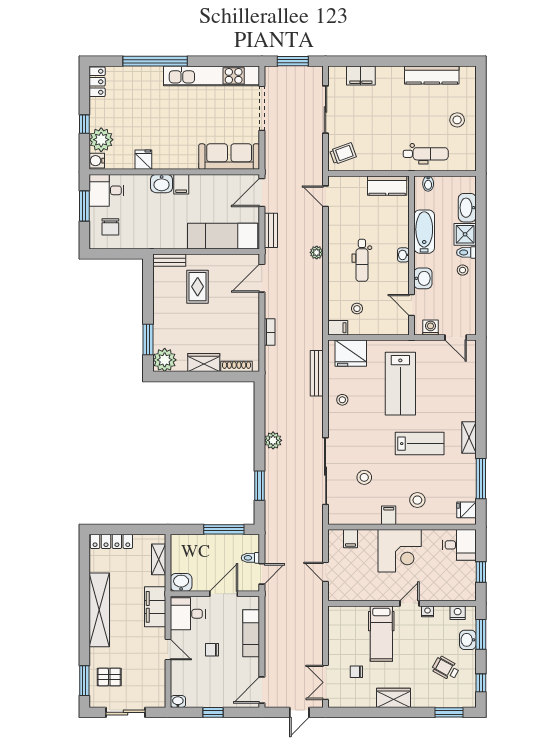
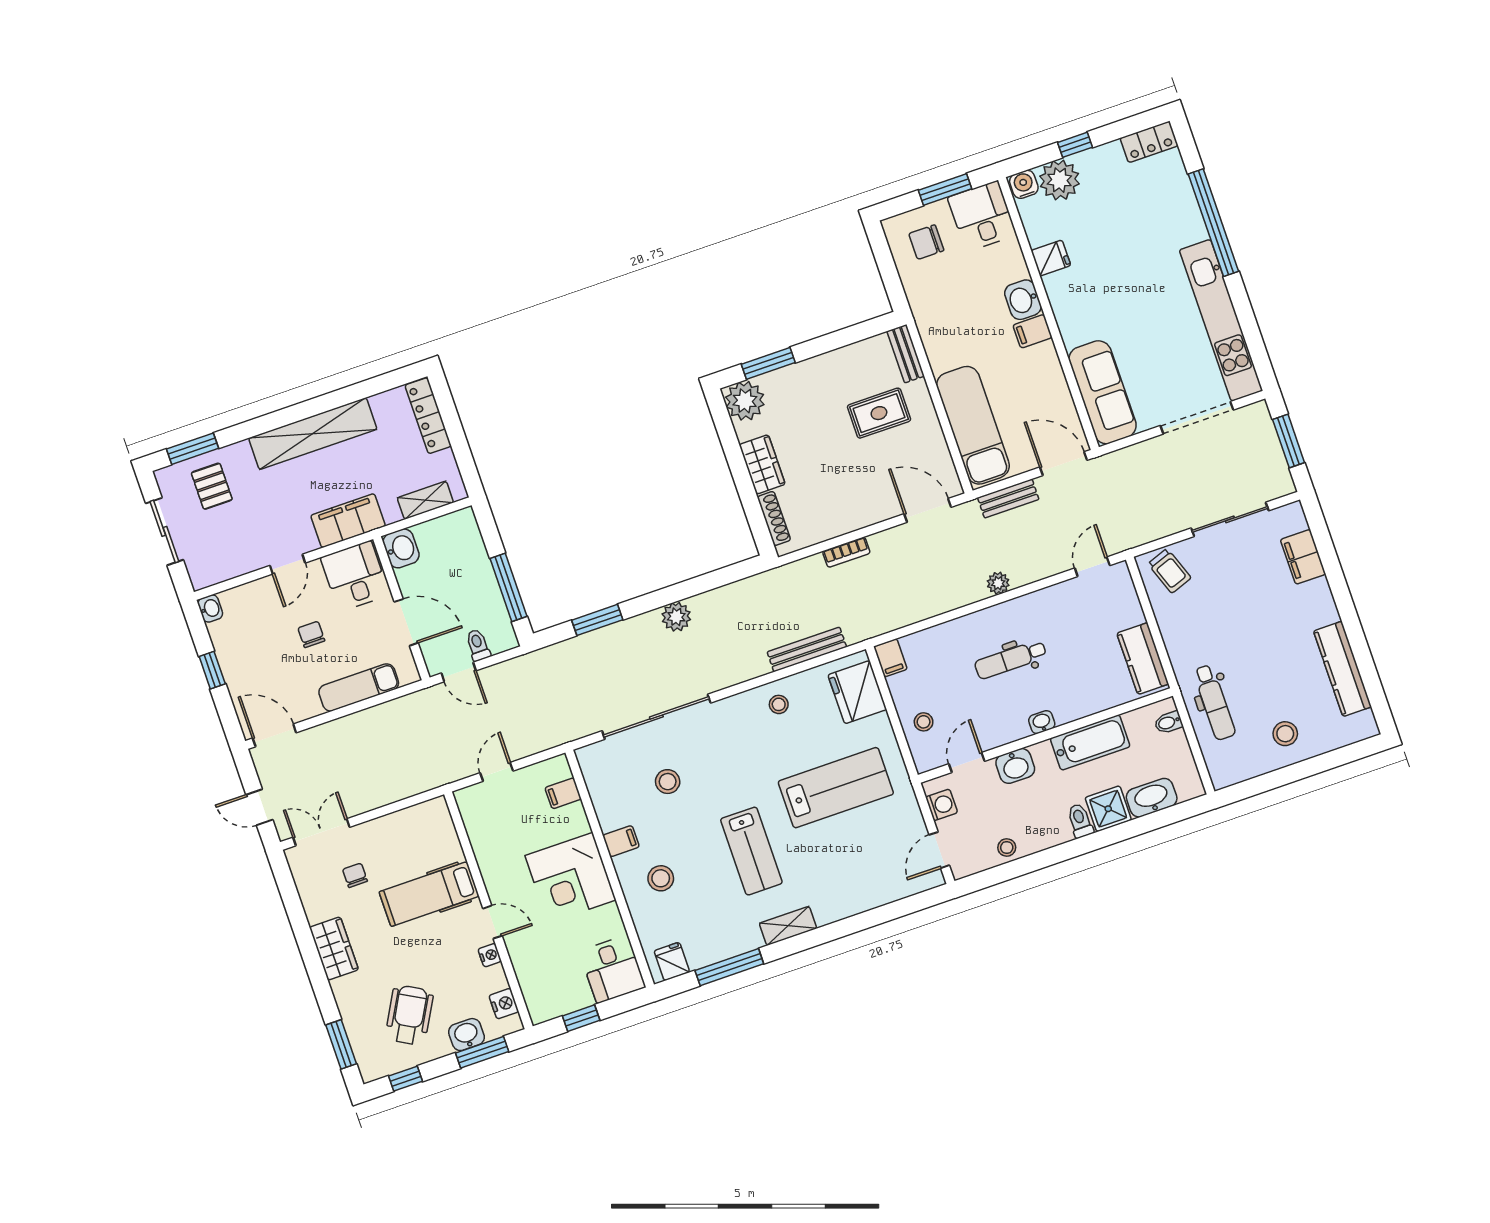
stool: (463, 270) -> (1007, 847), moved
stool: (357, 309) -> (924, 722), moved
lab bench: (400, 384) -> (836, 788), turned 180
wheelchair: (446, 668) -> (409, 1015), width x1.36, depth x1.37

